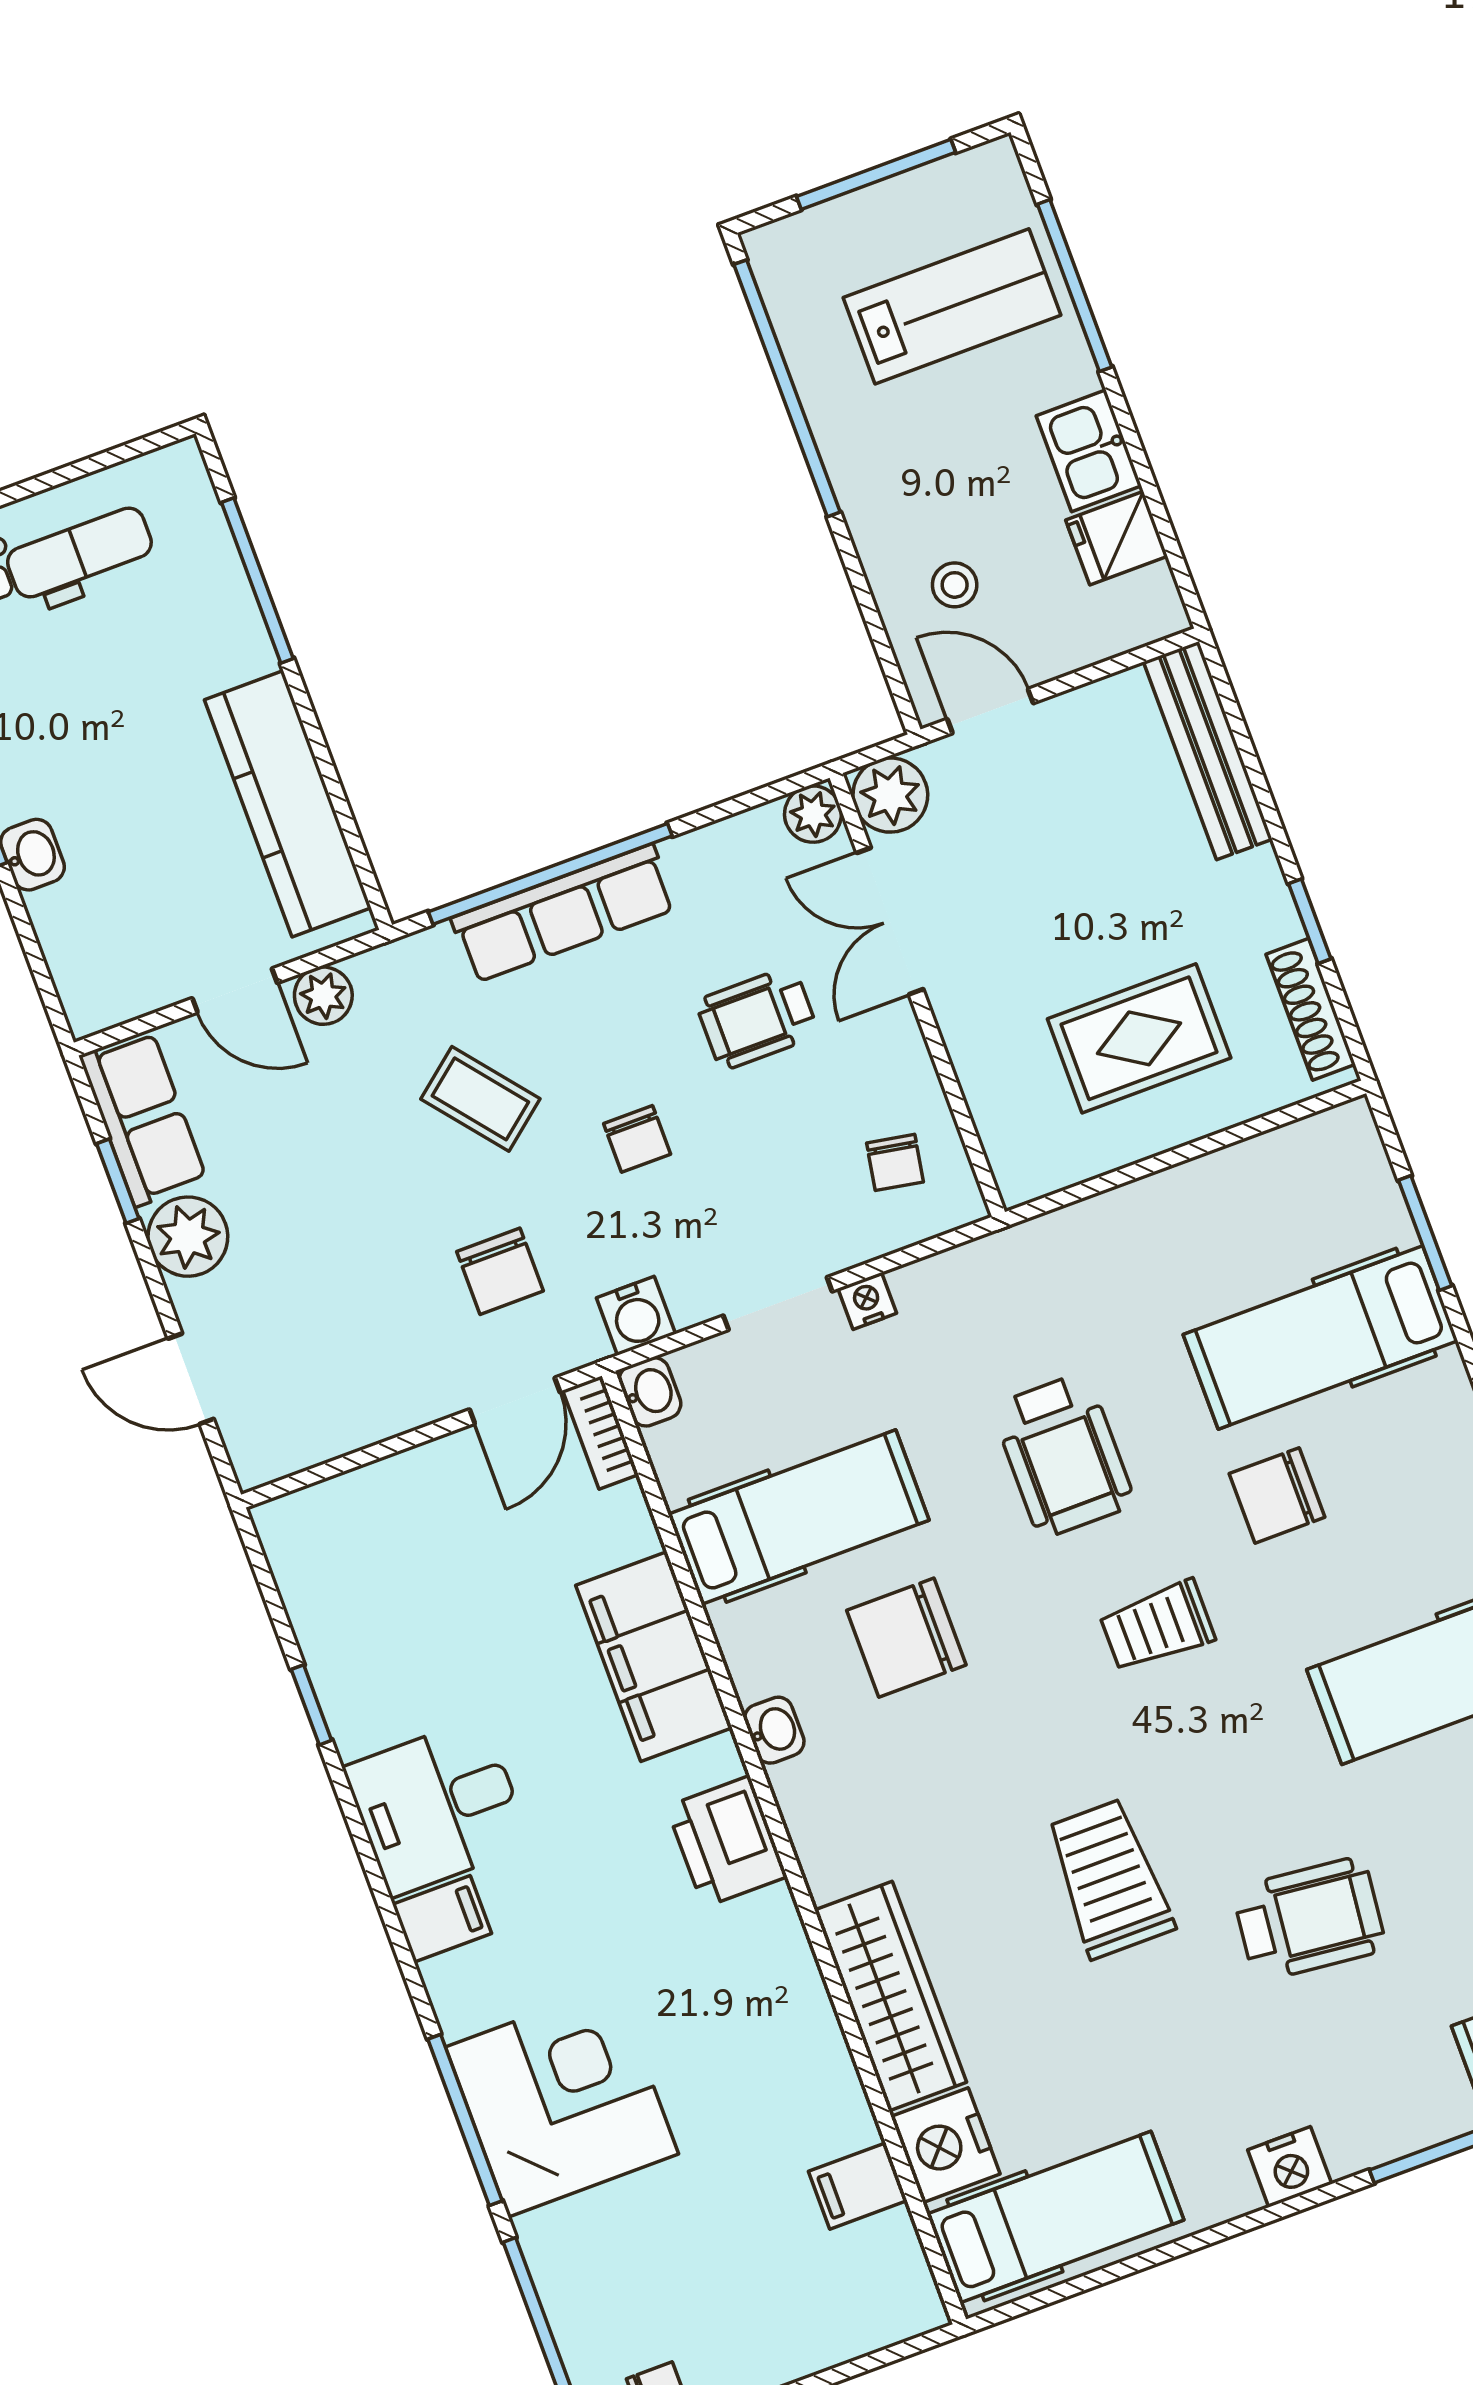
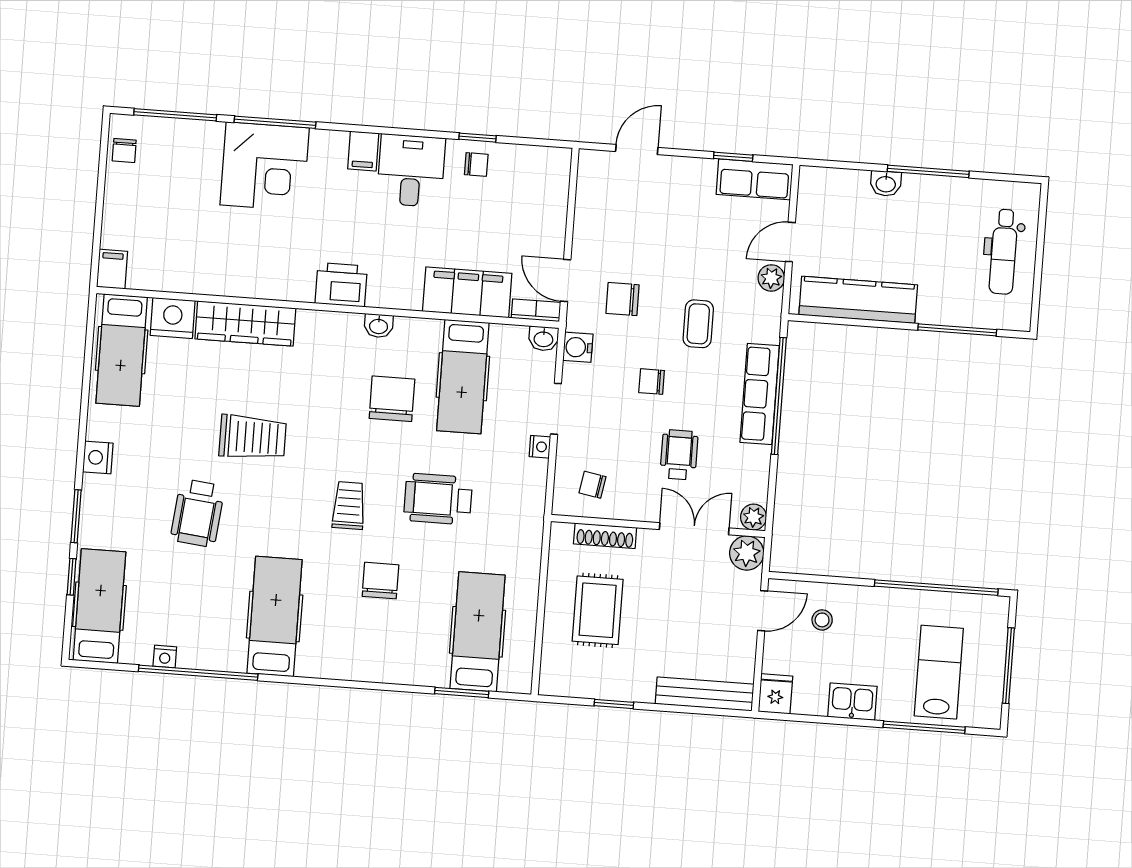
lab bench: (952, 306) -> (939, 672), turned 180
fridge: (1117, 538) -> (776, 694), moved
shoe rack: (1311, 1009) -> (605, 536), moved, turned 180
coffee table: (480, 1099) -> (698, 324), turned -51
plant: (188, 1237) -> (697, 175), removed
hospital bed: (1320, 1338) -> (478, 632), moved
filing cabinet: (654, 1656) -> (467, 292), moved
chair: (366, 1683) -> (476, 164), added
filing cabinet: (858, 2186) -> (112, 269), moved

